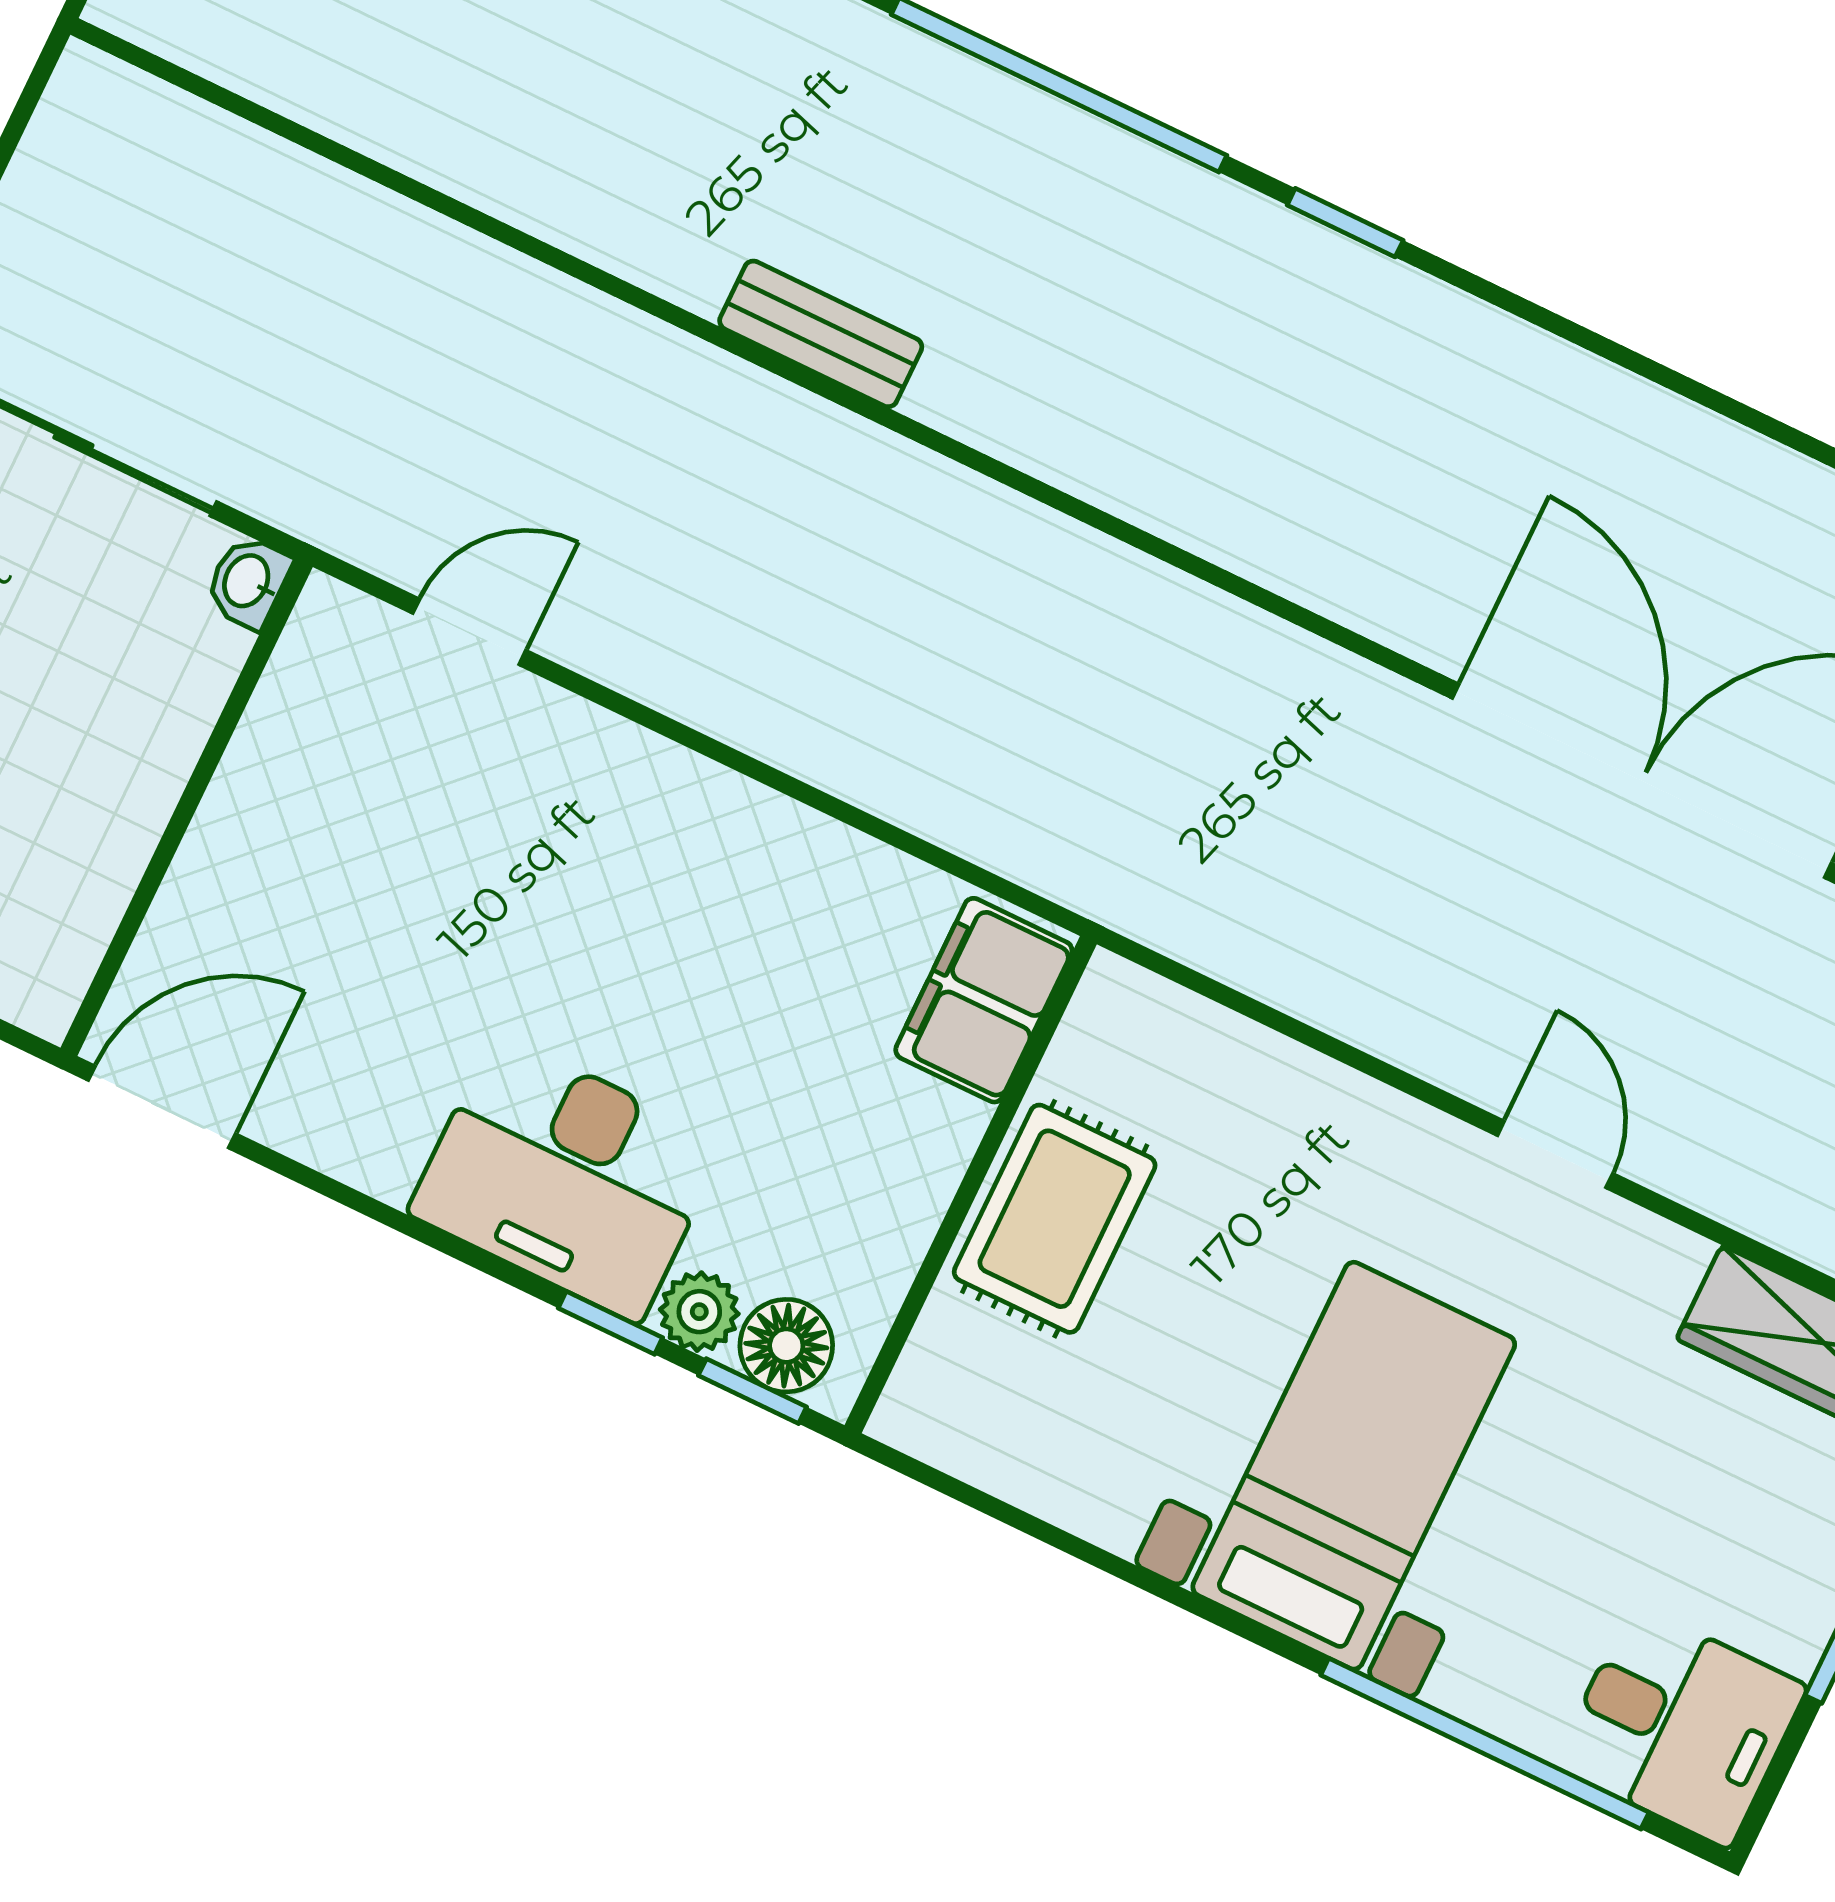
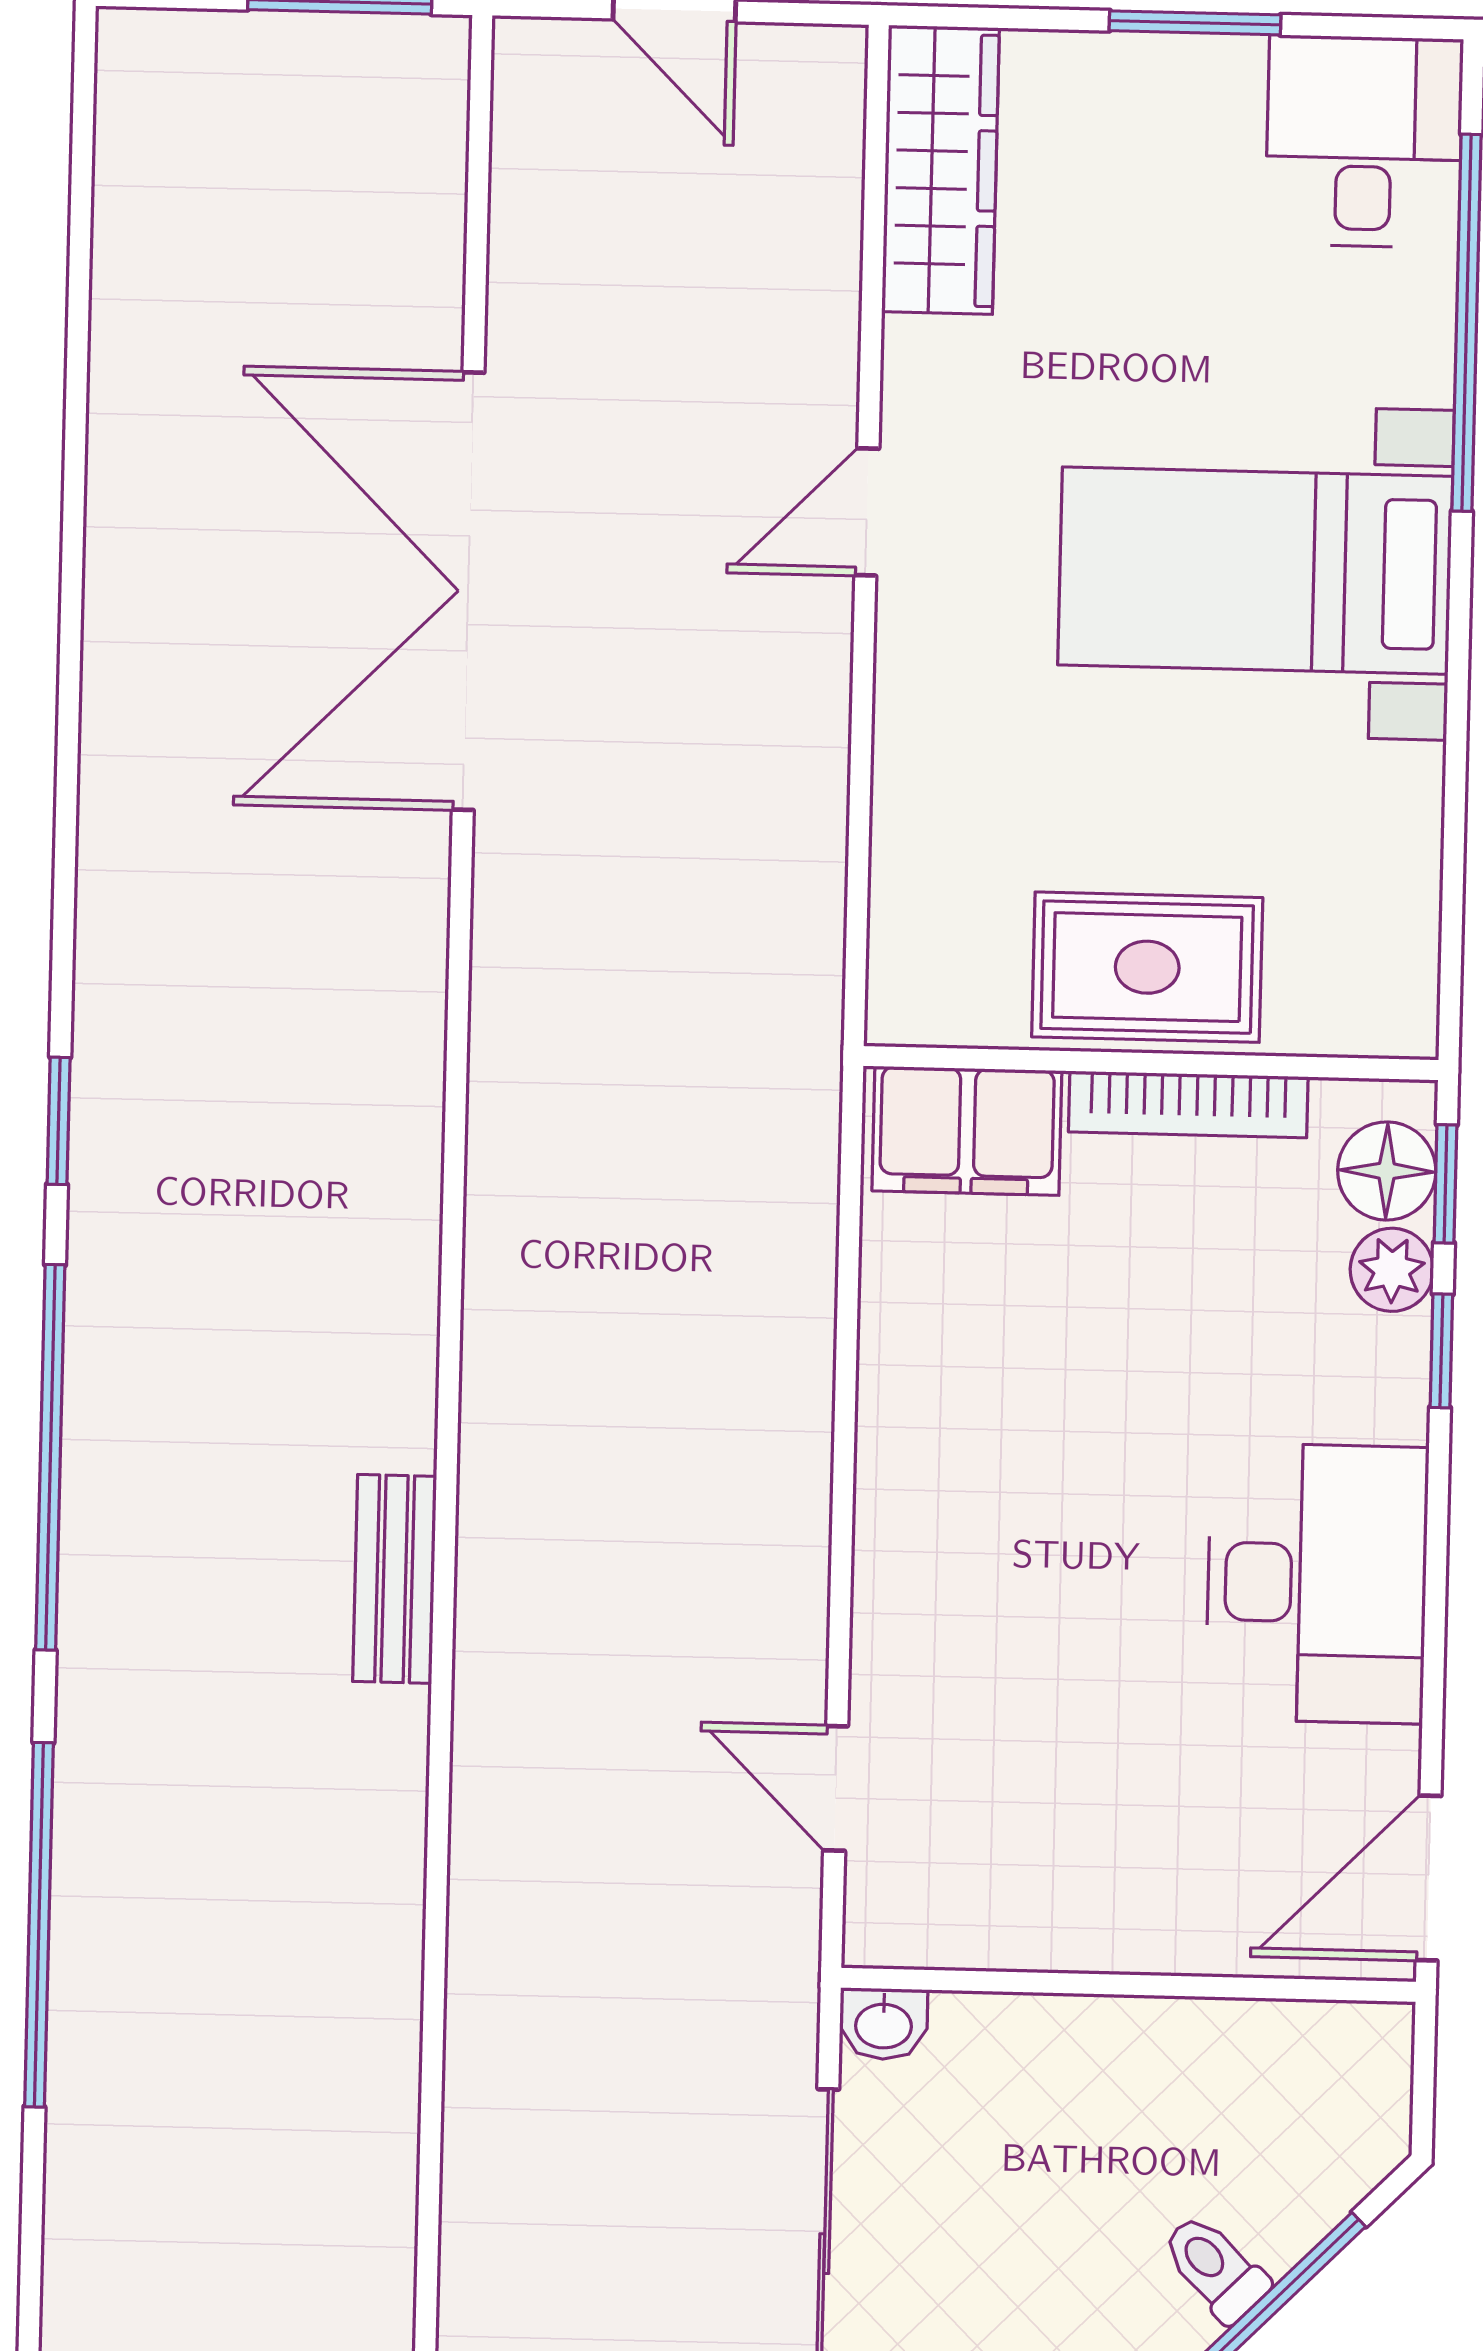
door: (162, 1107) -> (1429, 1878), hinge flipped
desk: (567, 1178) -> (1317, 1583), moved
bookcase: (921, 1201) -> (1188, 1104), added

